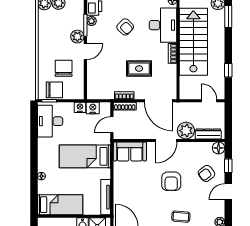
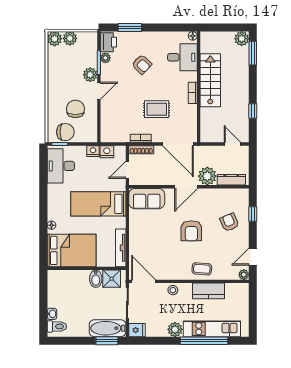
desk: (163, 25) -> (182, 57), width x0.73
stairs: (193, 42) -> (210, 80), width x0.73, depth x0.66
floor lamp: (219, 148) -> (242, 195), removed
armchair: (206, 173) -> (229, 222), turned 105
door: (228, 192) -> (253, 257), moved
bed: (60, 205) -> (72, 250), width x1.50

